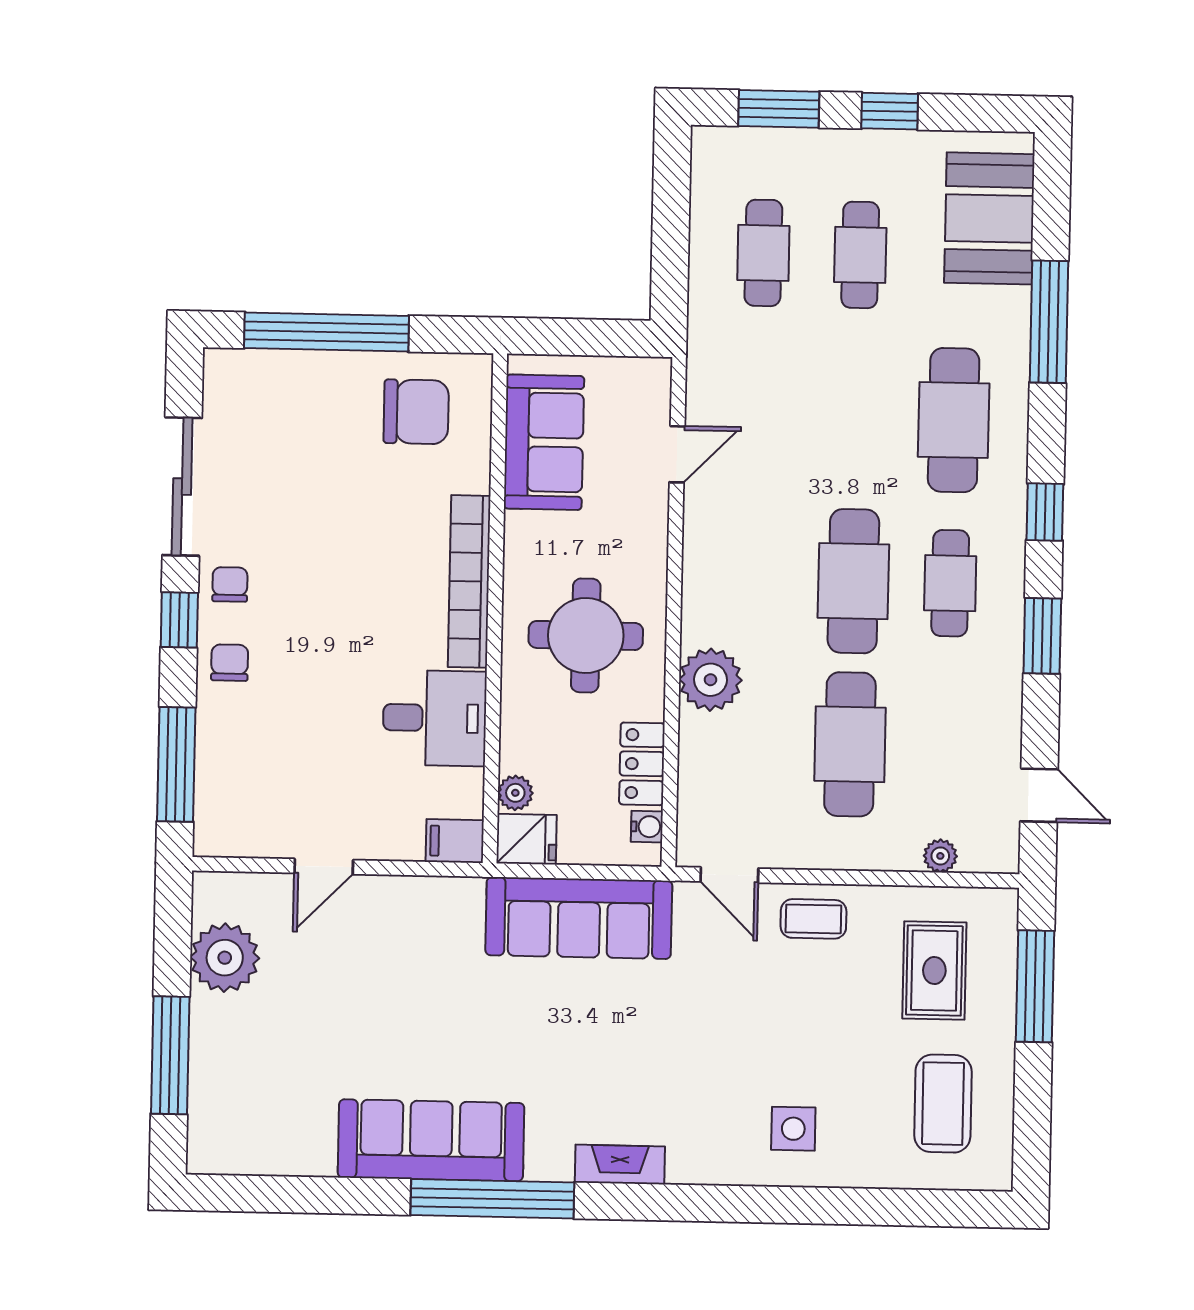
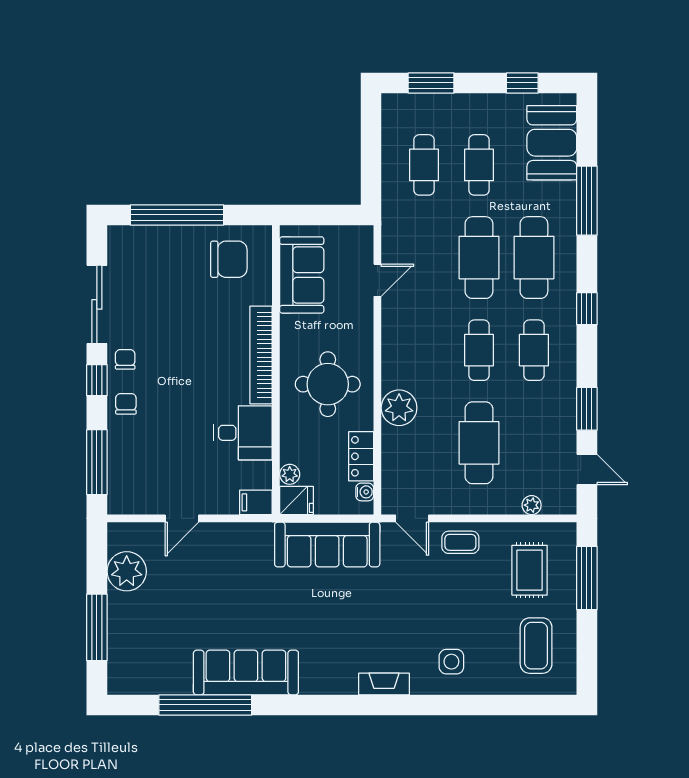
window: (890, 111) -> (522, 83), moved
cafe table: (857, 418) -> (479, 258), added
cafe table: (853, 581) -> (479, 350), width x0.73, depth x0.74
window: (1042, 636) -> (587, 409), moved
fireplace: (620, 1164) -> (384, 684), moved
window: (492, 1199) -> (205, 705), moved

